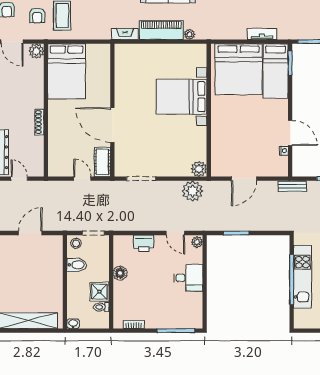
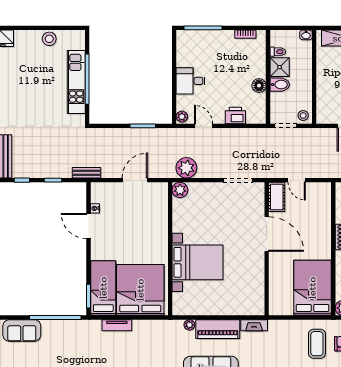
bidet: (77, 265) -> (280, 85), moved, turned 180

